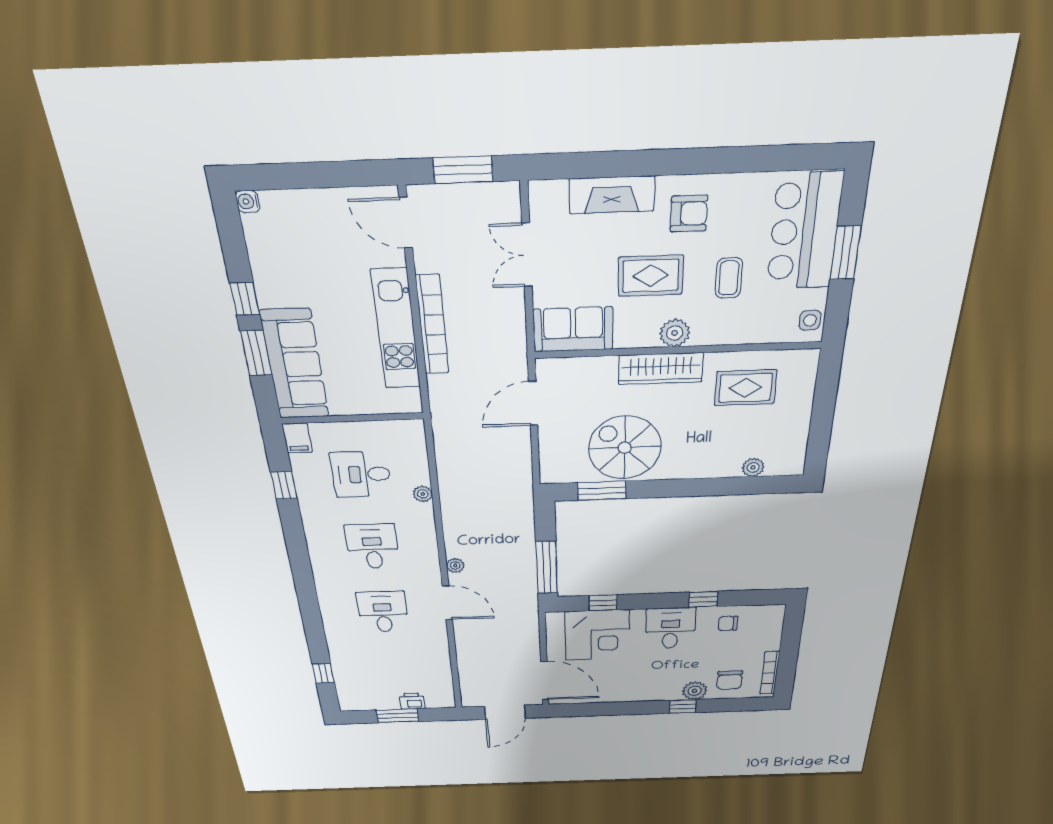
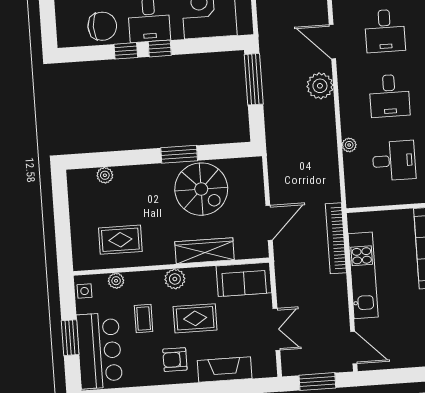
bookcase: (432, 325) -> (336, 238), moved
plant: (761, 333) -> (116, 281), added
wardrobe: (661, 369) -> (205, 251), moved
window: (602, 491) -> (179, 154), moved
plant: (455, 565) -> (320, 86), width x1.87, depth x1.87
window: (603, 603) -> (160, 48), moved
chair: (728, 624) -> (102, 26), width x1.87, depth x1.87

